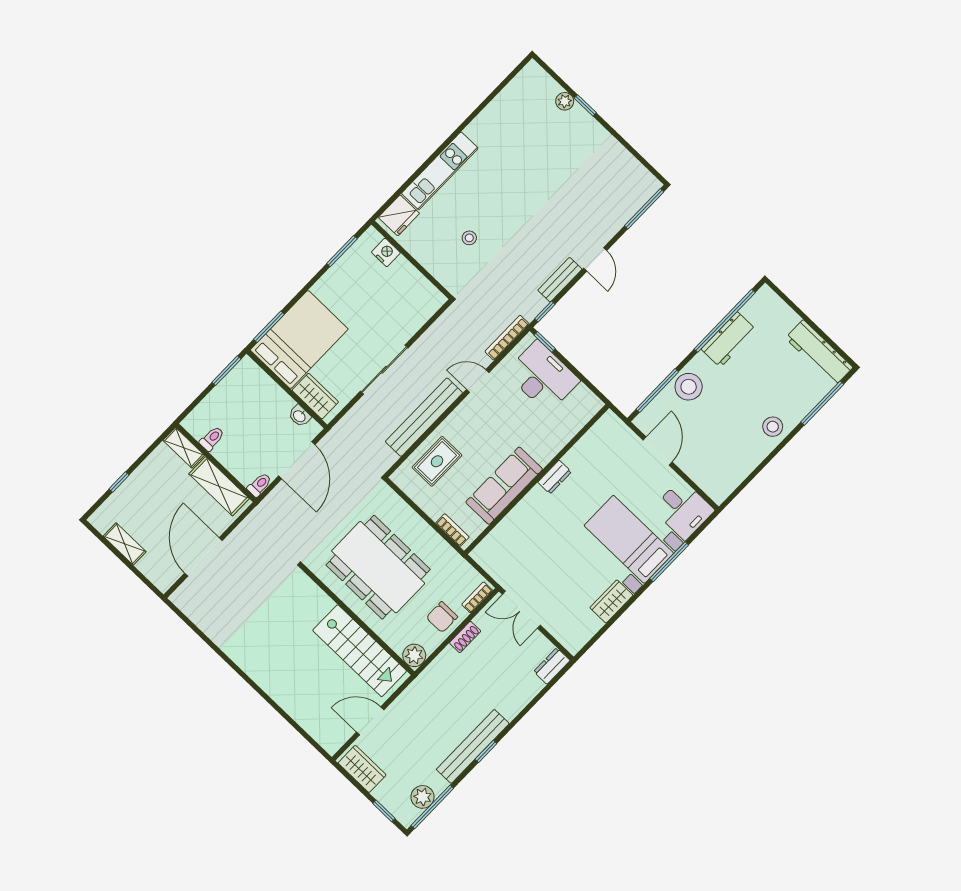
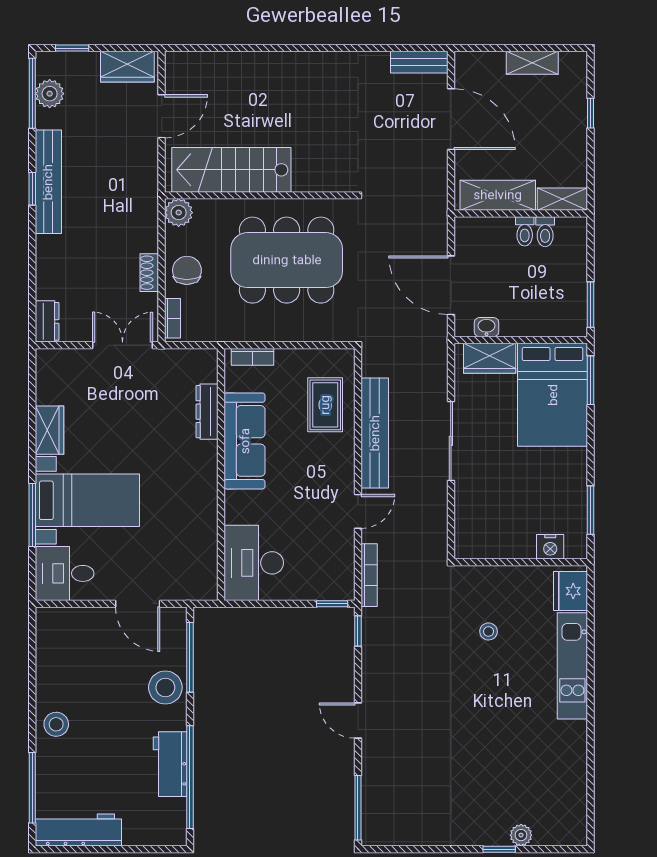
bench: (560, 280) -> (419, 62), moved, turned 90
desk: (543, 377) -> (254, 563), moved, turned 90
dresser: (555, 477) -> (207, 412), moved, width x1.44
toilet: (259, 485) -> (525, 231), moved

